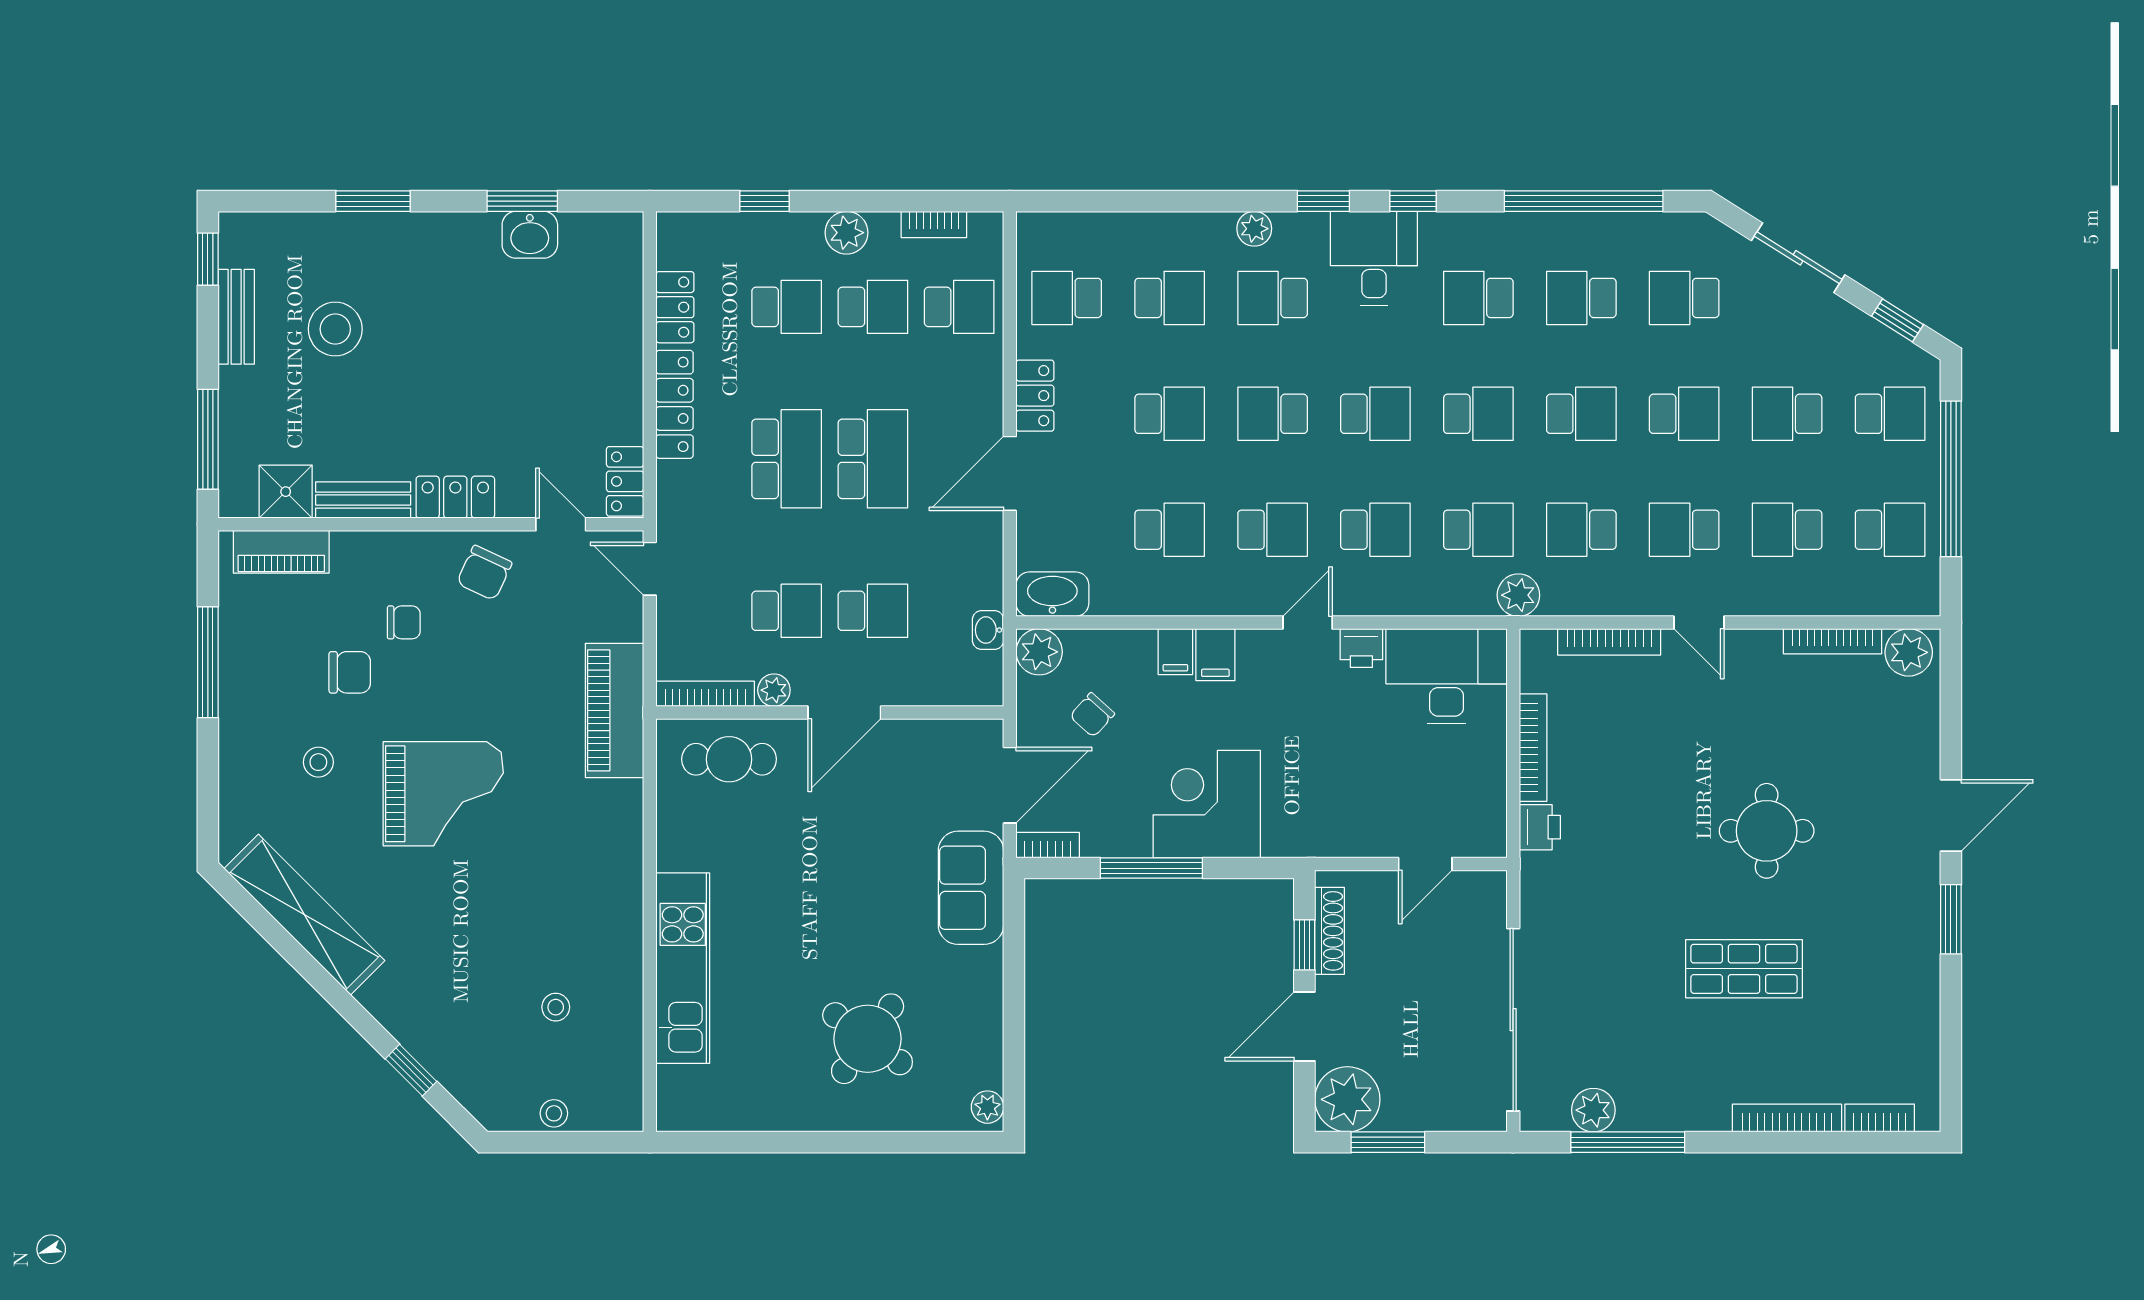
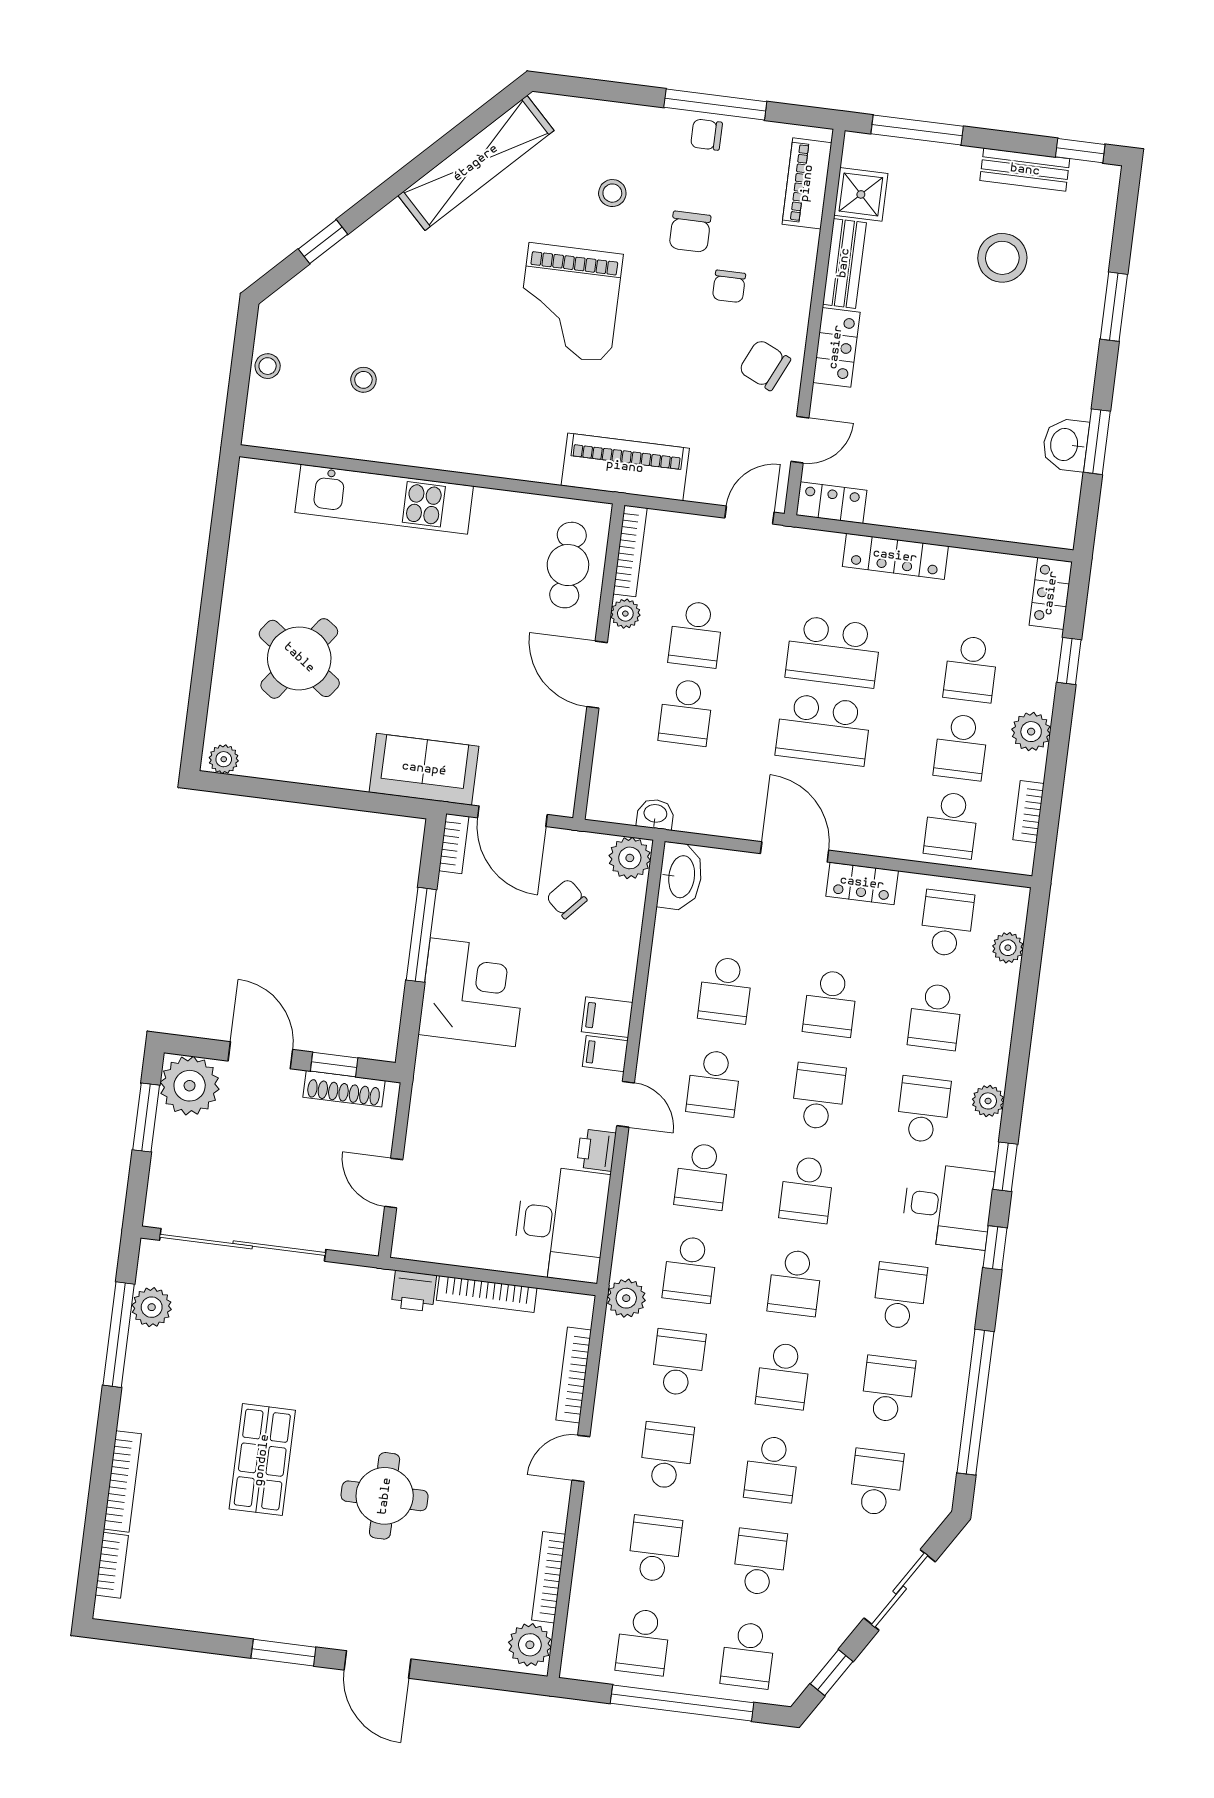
plant: (1085, 228) -> (1008, 948), added
locker: (675, 307) -> (1051, 593), moved, turned 90
filing cabinet: (1175, 652) -> (605, 1054), moved
chair: (242, 668) -> (706, 135), added

